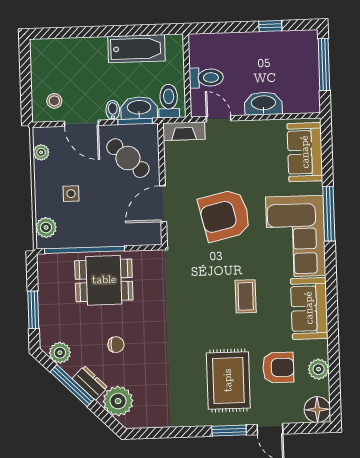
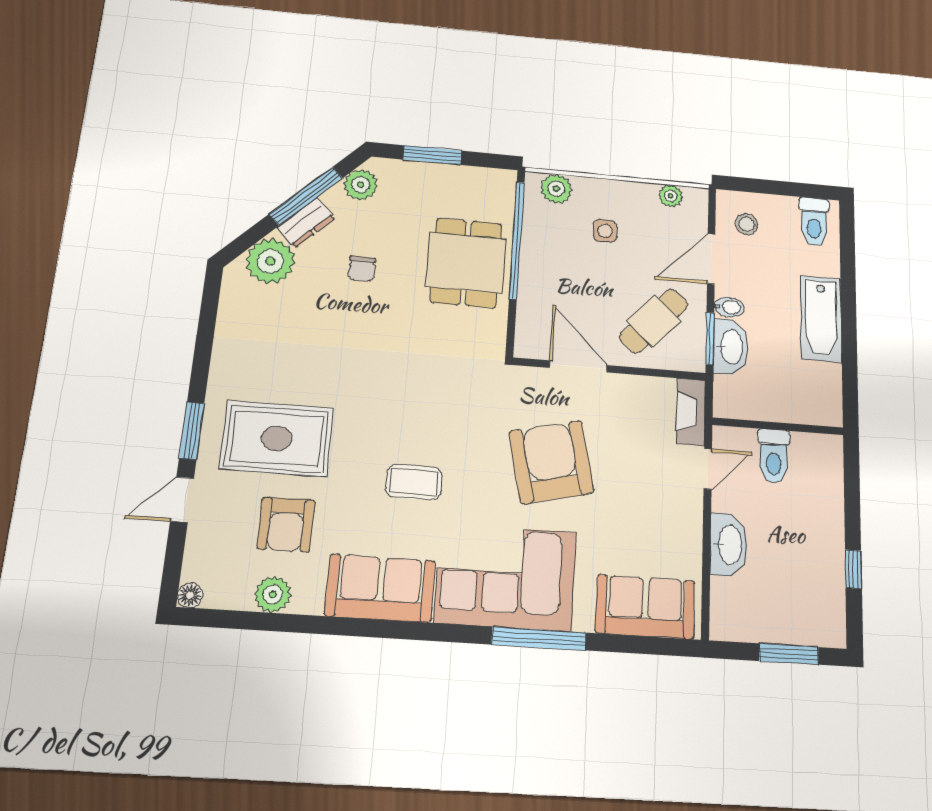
bathtub: (136, 49) -> (821, 319), moved
window: (324, 65) -> (789, 654), width x0.69
toilet: (169, 101) -> (814, 222), moved, turned 90
floor lamp: (317, 410) -> (190, 595), width x0.53, depth x0.53

